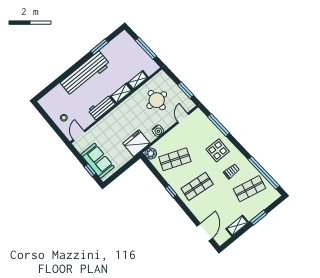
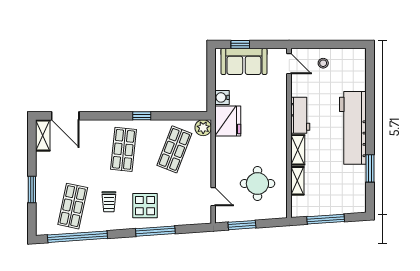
window: (218, 125) -> (155, 231), moved
water cooler: (158, 131) -> (222, 97), moved
shelving: (237, 226) -> (43, 136), moved

